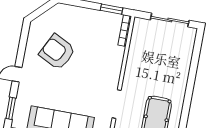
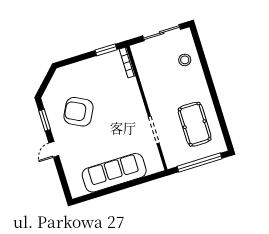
stool: (178, 56) -> (185, 60), added
window: (11, 108) -> (45, 120), moved

